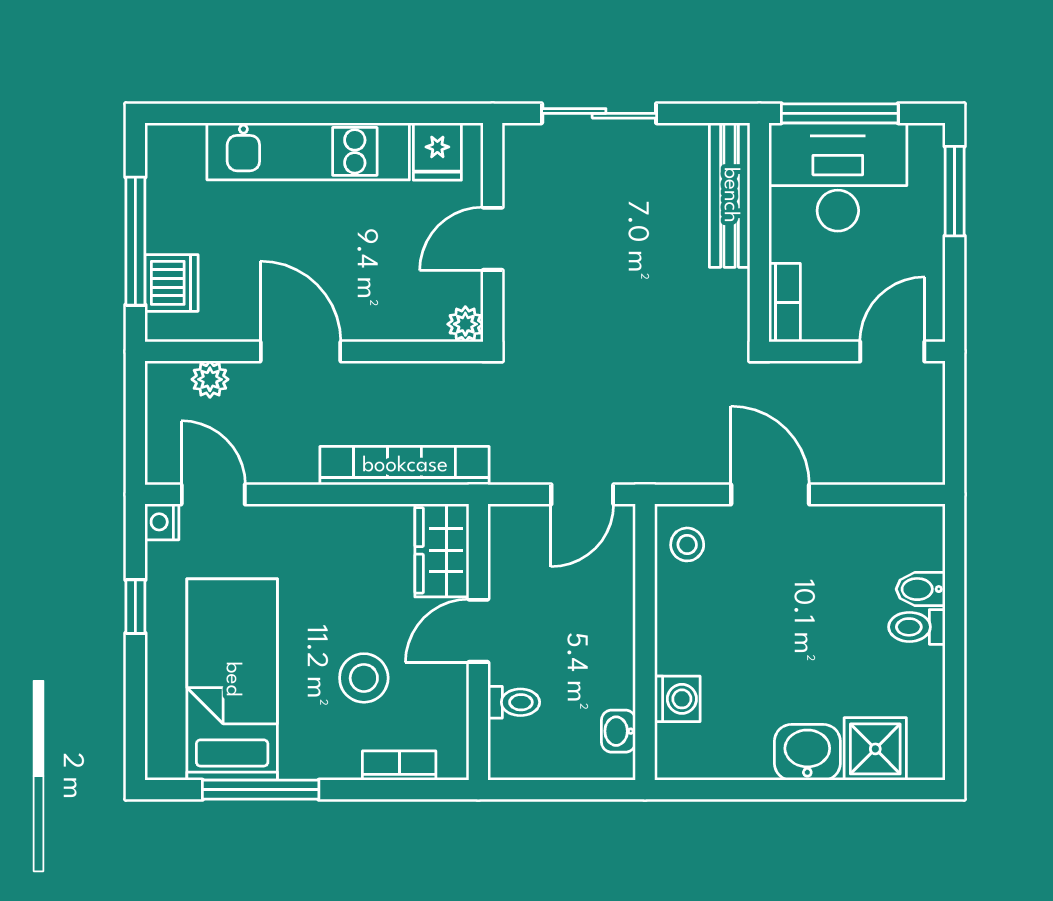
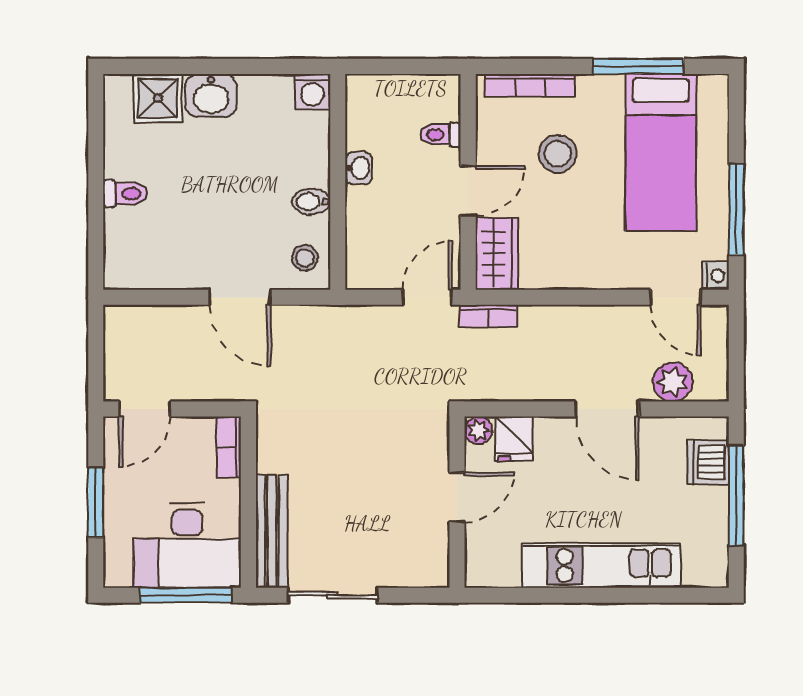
sliding door: (599, 113) -> (333, 595), moved
fridge: (437, 152) -> (514, 439), moved, turned 180
window: (955, 191) -> (96, 503), moved
plant: (210, 379) -> (673, 382), width x1.38, depth x1.38
bookcase: (405, 466) -> (488, 316), width x0.43, depth x0.76
door: (582, 494) -> (427, 297), moved
bidet: (921, 589) -> (311, 202), moved, turned 180
window: (135, 607) -> (736, 210), width x2.17
washing machine: (677, 699) -> (313, 92), moved, turned -90
washbasin: (618, 731) -> (359, 168), moved
bookcase: (399, 765) -> (530, 85), width x1.56

